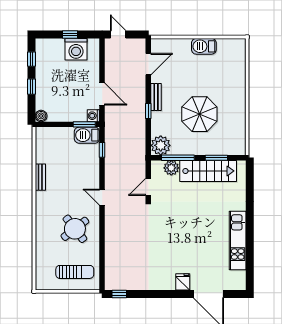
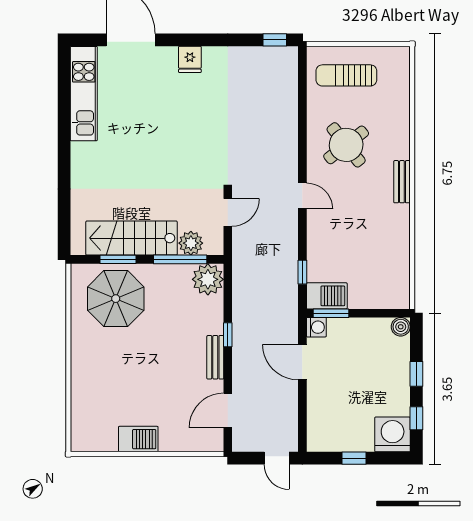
washing machine: (76, 49) -> (393, 434), moved
parasol: (199, 114) -> (116, 299), moved
bench: (40, 177) -> (402, 182), moved
kitchen unit: (238, 241) -> (84, 94), moved
fridge: (183, 282) -> (190, 59), moved

